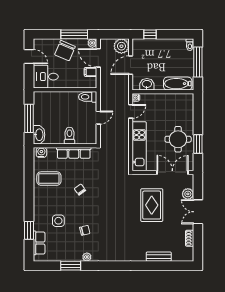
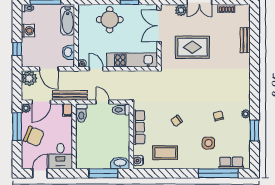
washing machine: (168, 45) -> (28, 31), added
filing cabinet: (91, 72) -> (68, 110), moved
bench: (105, 86) -> (70, 95), added
toilet: (69, 136) -> (121, 110), moved
round table: (178, 139) -> (110, 20), moved
coffee table: (49, 179) -> (165, 153), turned 90
window: (29, 230) -> (218, 173), width x2.11

